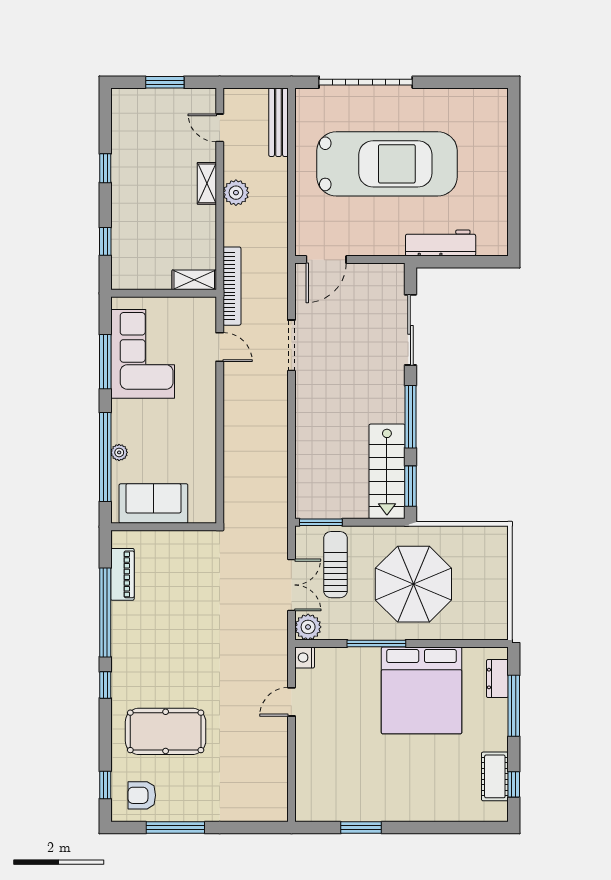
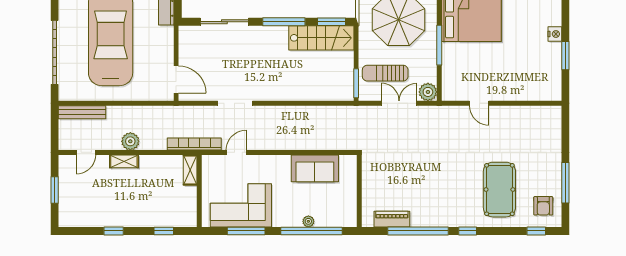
sofa: (153, 504) -> (315, 168), moved, turned -90
nightstand: (305, 657) -> (555, 34), moved, turned -90

